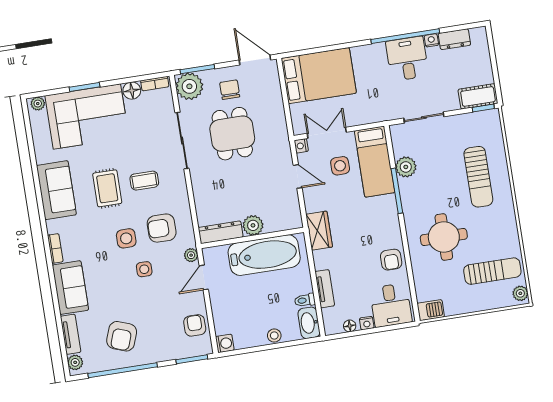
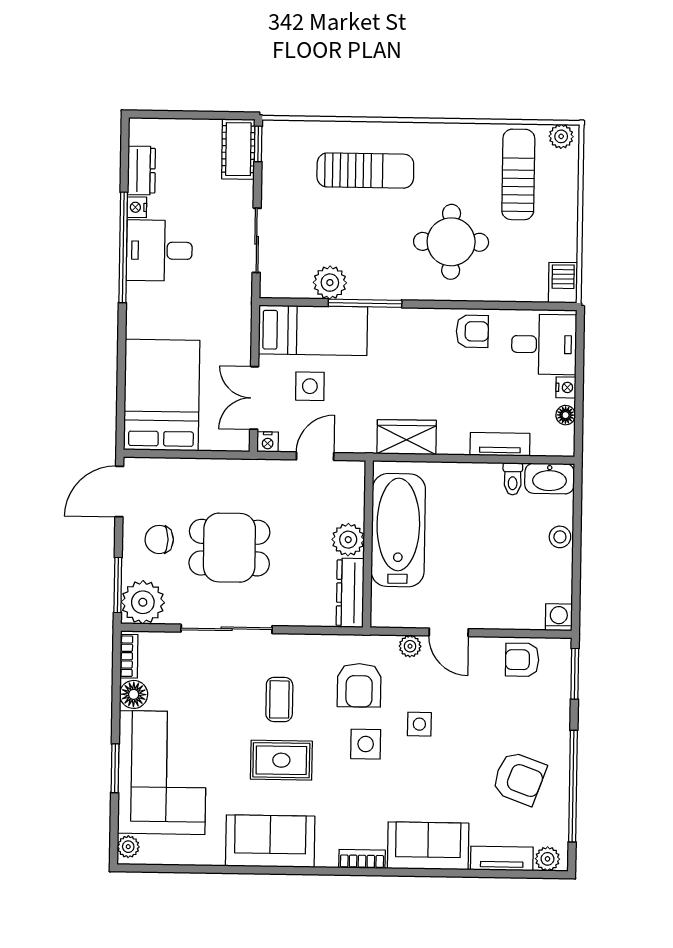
plant: (253, 225) -> (348, 540), moved
dresser: (221, 232) -> (350, 593), moved
wall: (252, 238) -> (368, 544), moved
bathtub: (264, 255) -> (398, 530), moved

